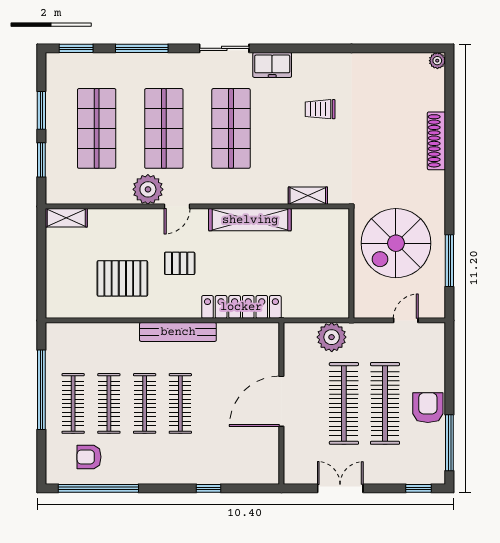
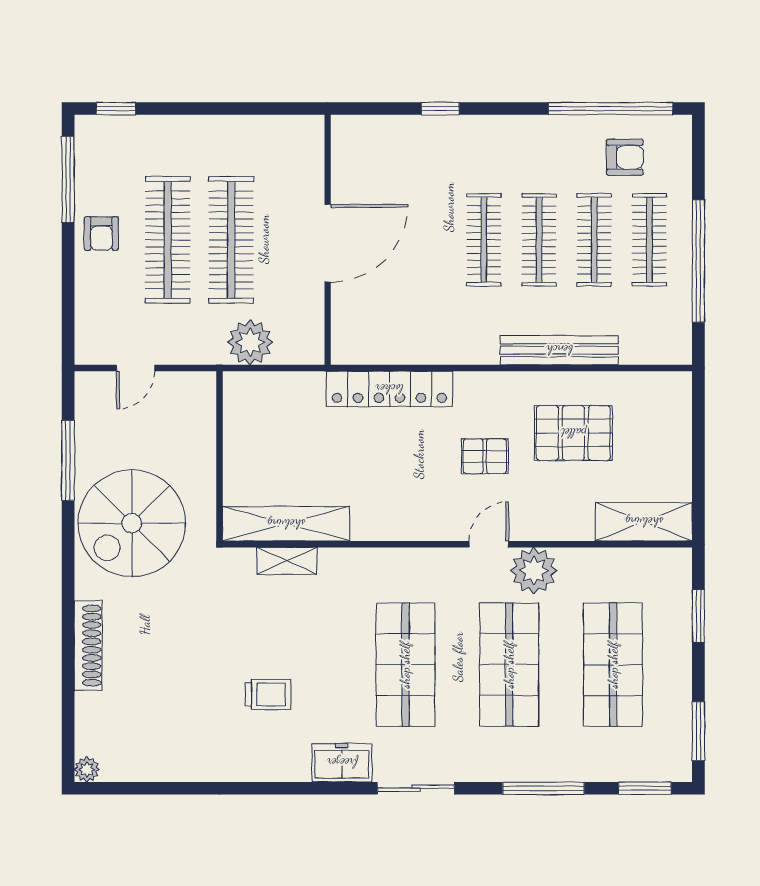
window: (41, 110) -> (698, 731), moved
shelving: (66, 218) -> (644, 522), width x1.50, depth x1.33
shelving: (250, 220) -> (286, 524), moved
spiral stairs: (396, 243) -> (132, 523), moved, turned 180
bench: (178, 332) -> (559, 350), moved
armchair: (428, 408) -> (101, 233), width x0.72, depth x0.72
double door: (340, 488) -> (237, 109), removed

